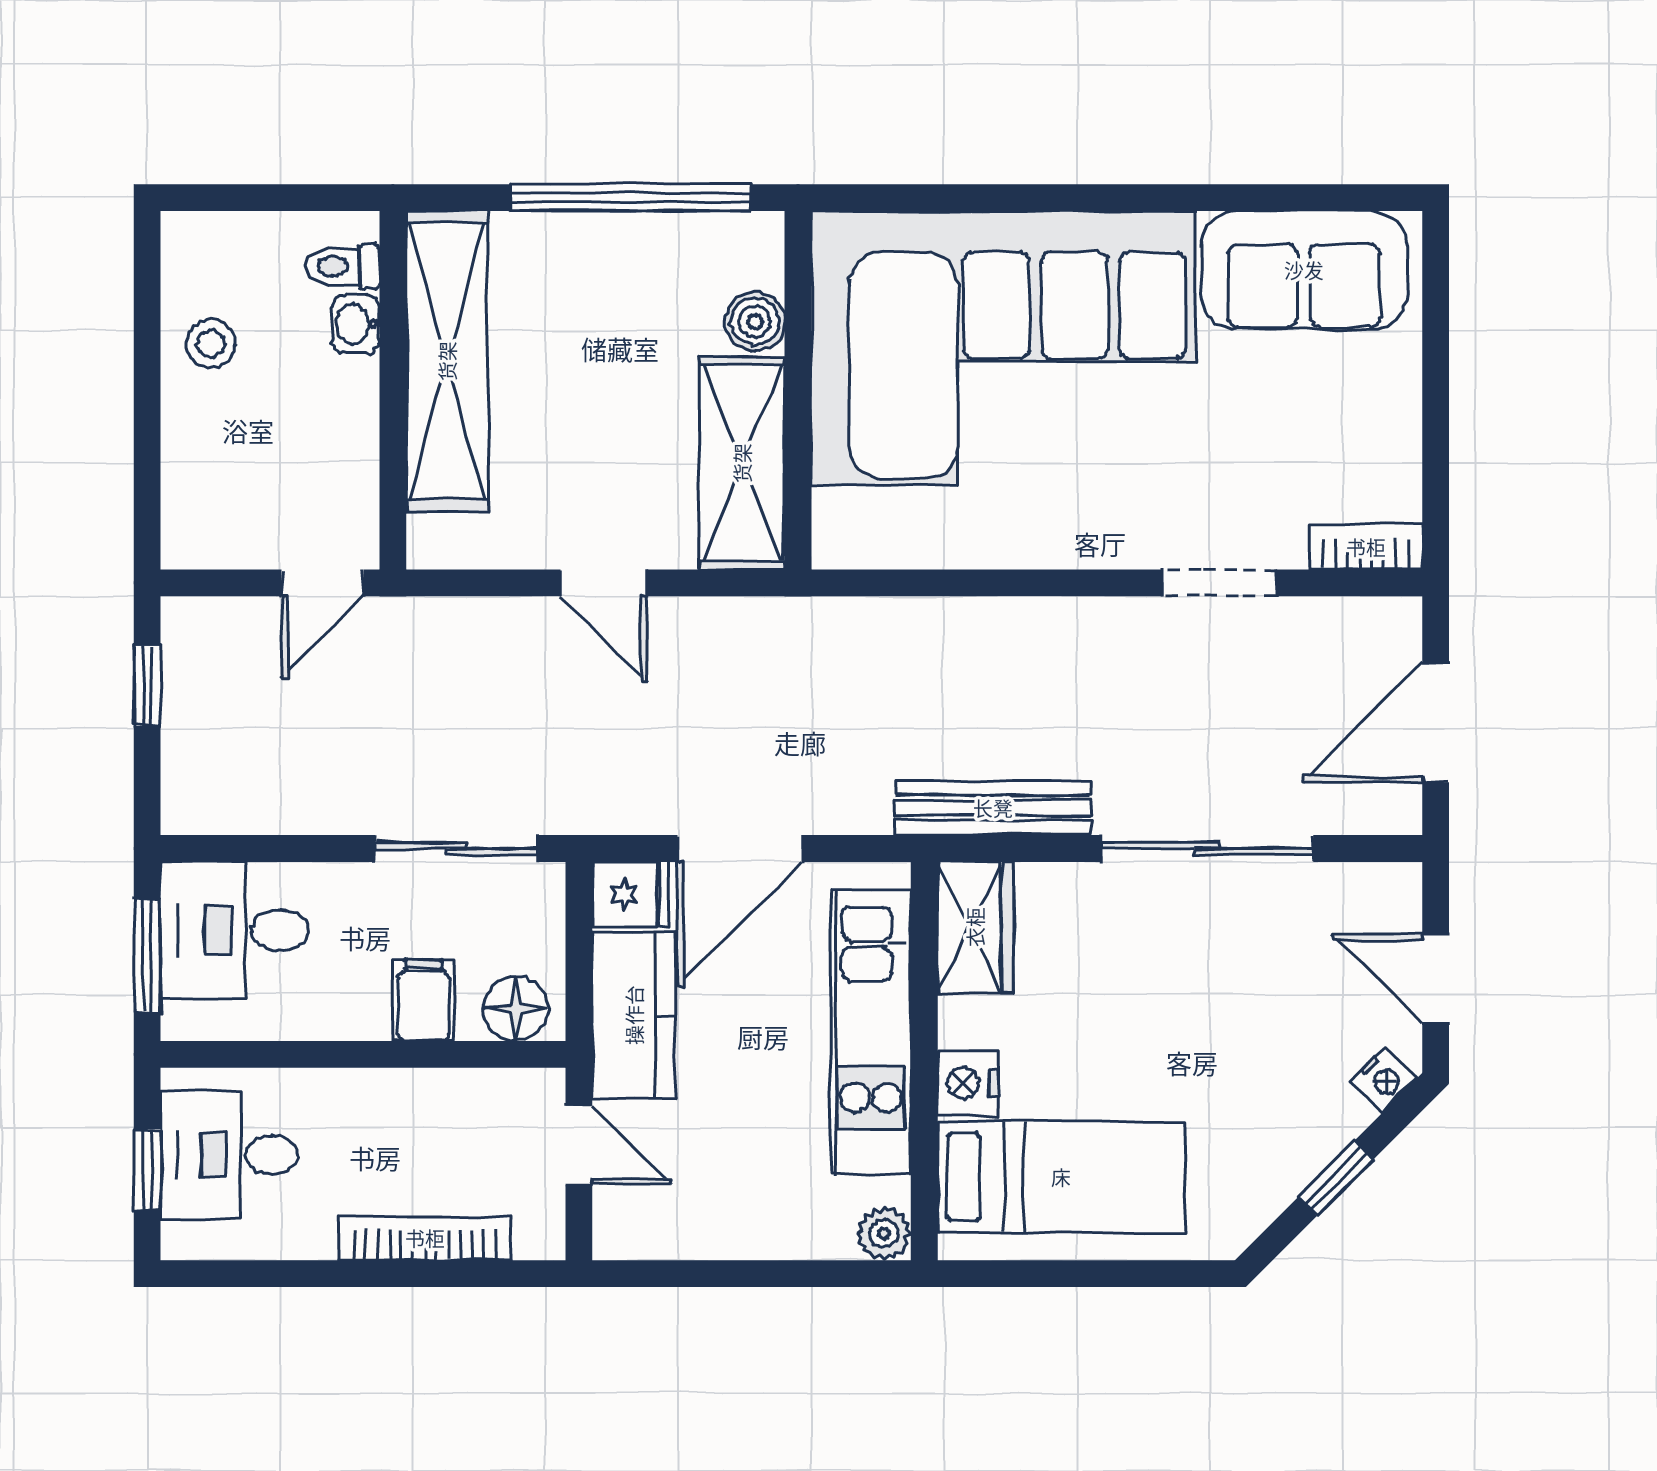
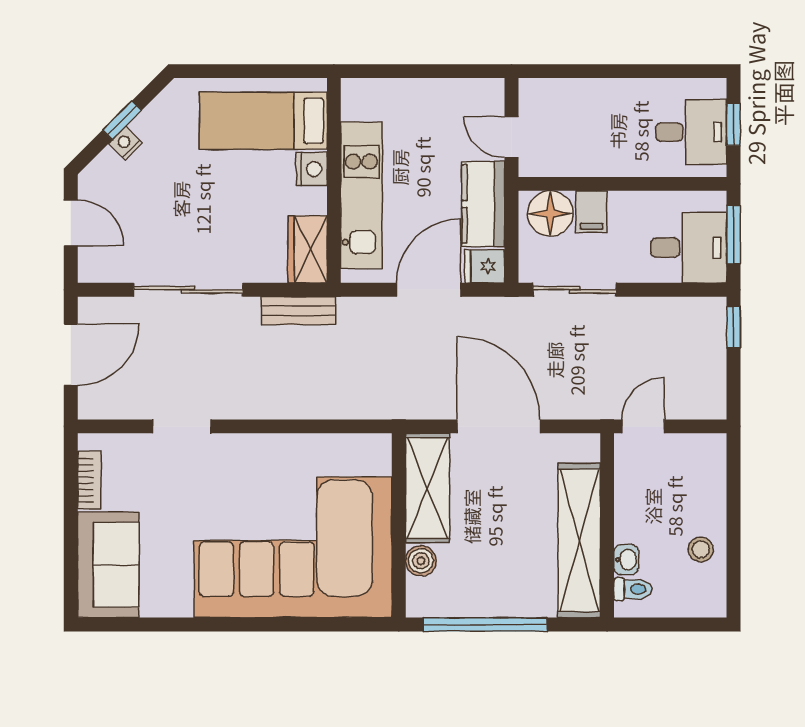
sofa: (1304, 270) -> (108, 565), moved, turned 90
bookcase: (1366, 547) -> (89, 480), moved, turned -90
door: (604, 583) -> (499, 426), width x1.88
window: (147, 686) -> (734, 327), moved
bench: (993, 808) -> (299, 311), width x0.73
floor lamp: (516, 1009) -> (550, 214), width x1.38, depth x1.38
nightstand: (1384, 1079) -> (125, 143), moved
plant: (884, 1233) -> (354, 92), removed
bookcase: (425, 1238) -> (591, 89), removed

